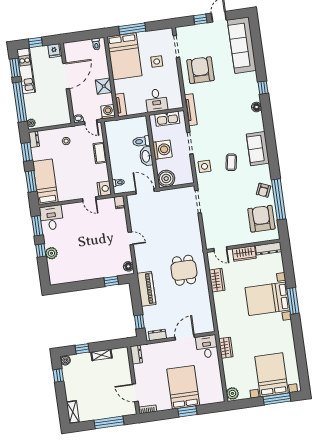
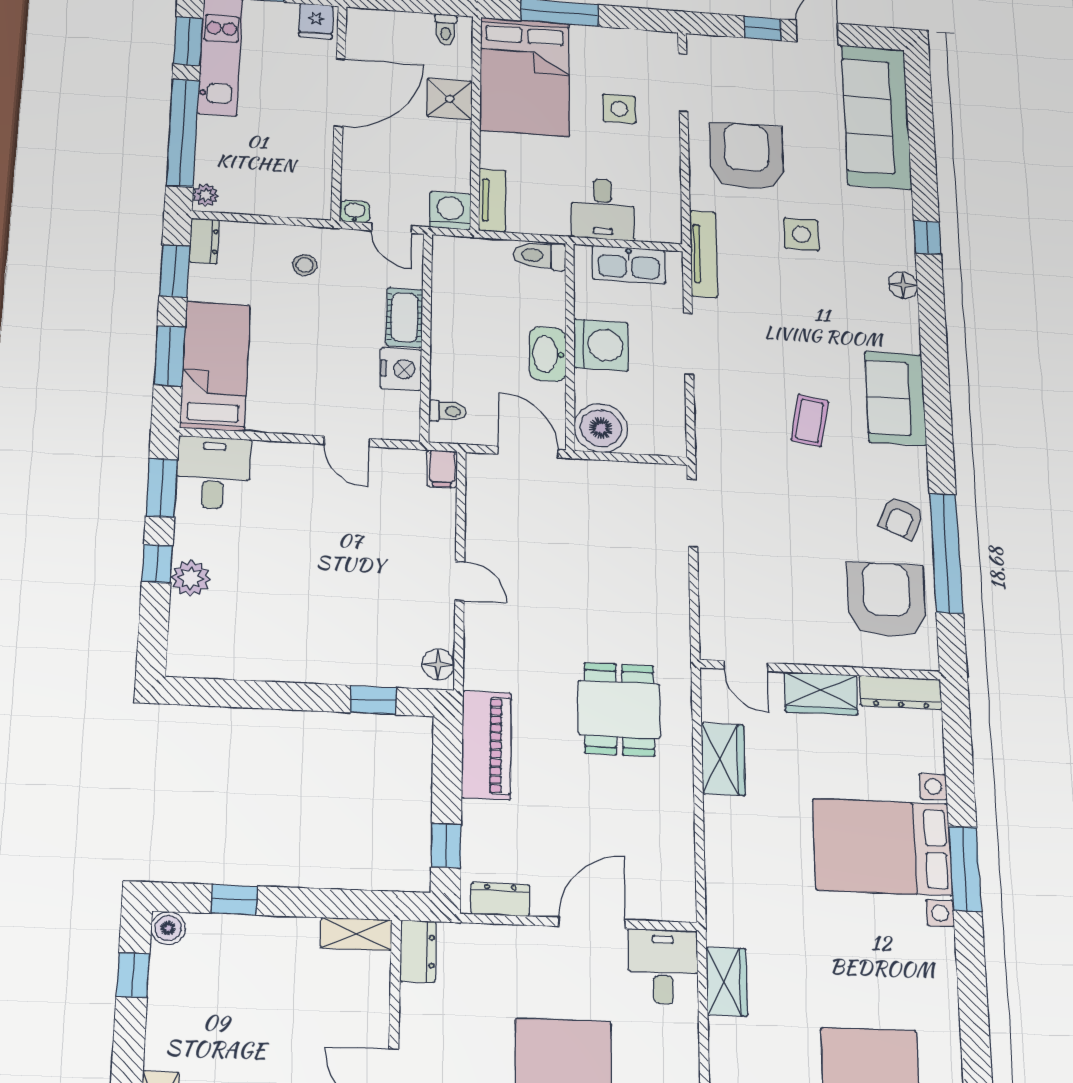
shower: (104, 86) -> (450, 99), moved
toilet: (141, 141) -> (540, 256), moved
side table: (205, 166) -> (801, 234), moved
nightstand: (104, 189) -> (401, 369), moved
shelving: (101, 355) -> (356, 934), moved

